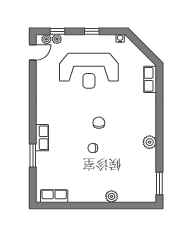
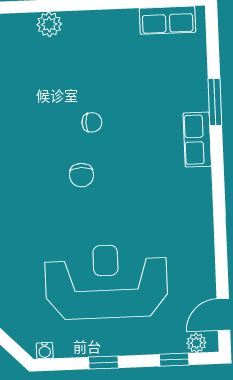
plant: (57, 39) -> (175, 344), removed

